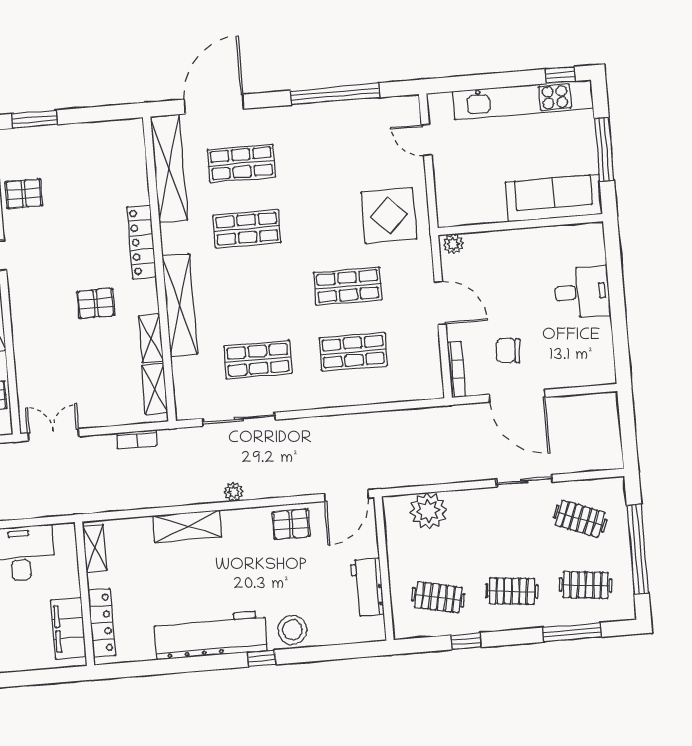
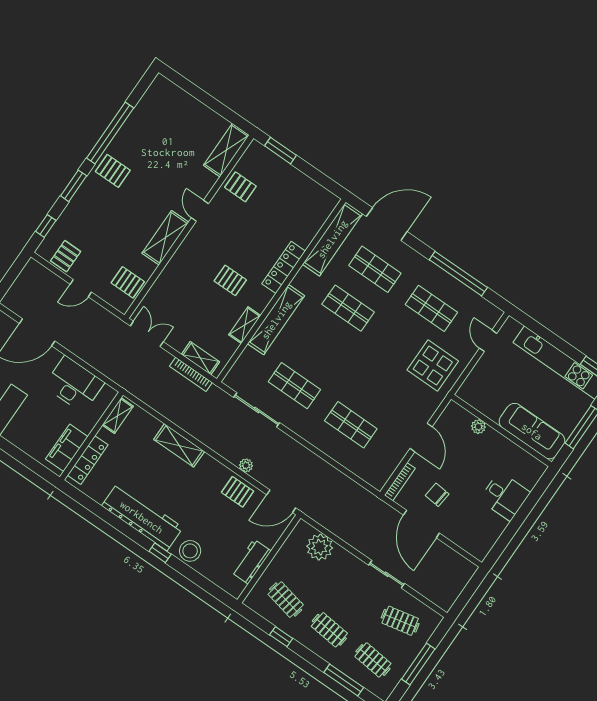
plant: (453, 244) -> (478, 427), moved
shop shelf: (348, 286) -> (431, 308), moved
shelving: (155, 389) -> (201, 358), moved, turned 90
bookcase: (137, 439) -> (191, 374), width x1.56
plant: (234, 492) -> (246, 465), moved
clothes rail: (580, 519) -> (400, 621), turned -33
window: (638, 549) -> (418, 664), width x0.68

